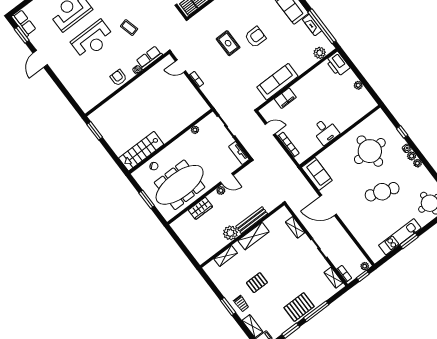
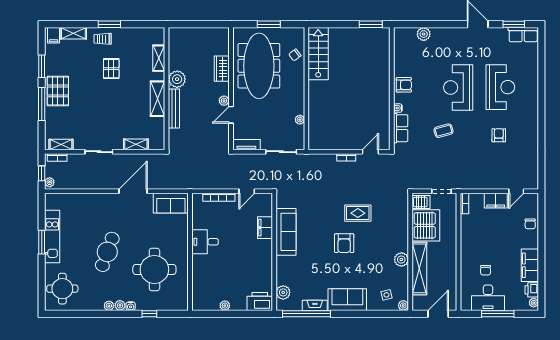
plant: (74, 90) -> (424, 34), added

